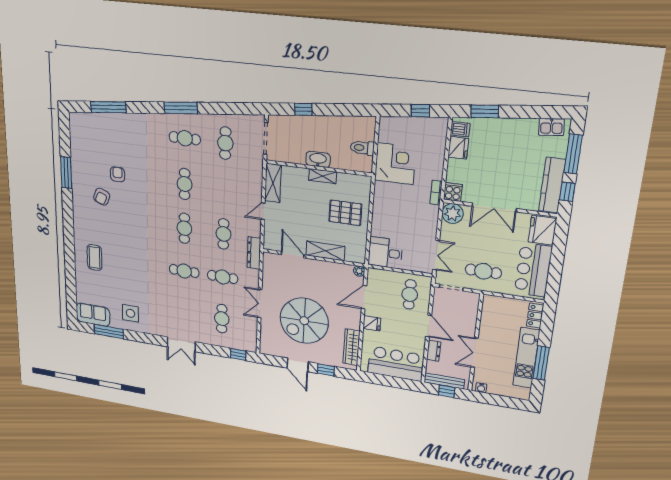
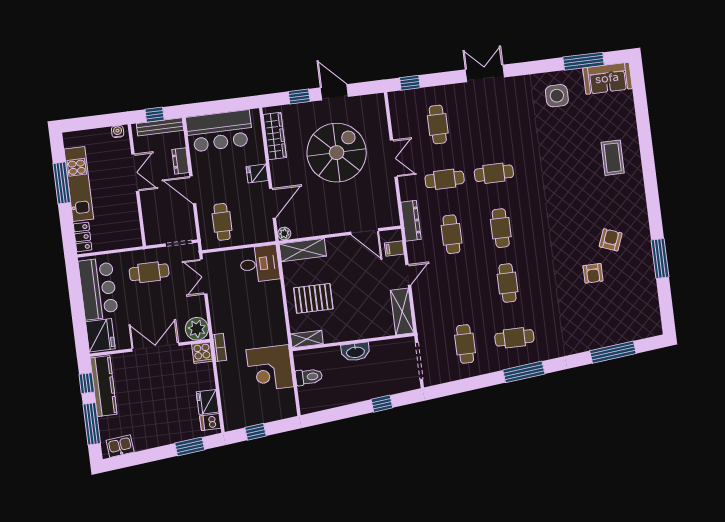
shelving: (323, 176) -> (307, 339), moved
filing cabinet: (271, 235) -> (394, 248), added
shelving: (325, 251) -> (303, 250), moved

